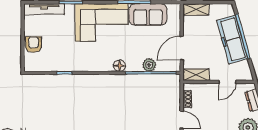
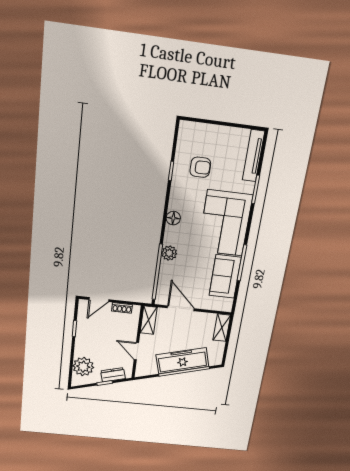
armchair: (33, 45) -> (200, 167), moved
plant: (149, 65) -> (169, 253), moved
floor lamp: (119, 66) -> (173, 218), moved

